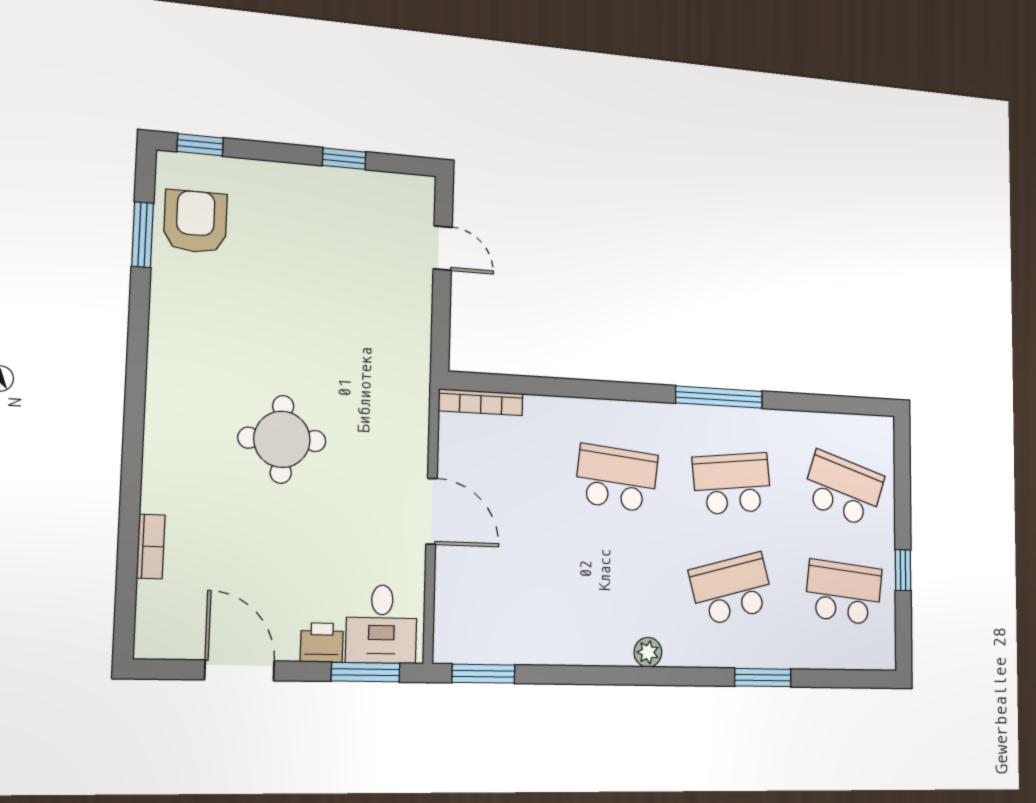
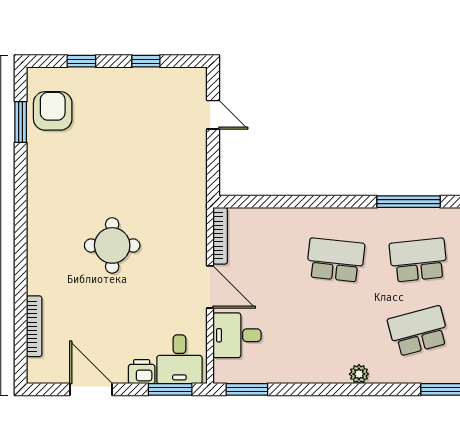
window: (200, 145) -> (81, 61), moved
bookcase: (481, 402) -> (220, 236), moved, turned -90
bookcase: (151, 546) -> (34, 326), width x1.56
desk: (470, 588) -> (237, 335), added

